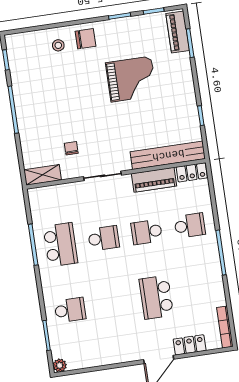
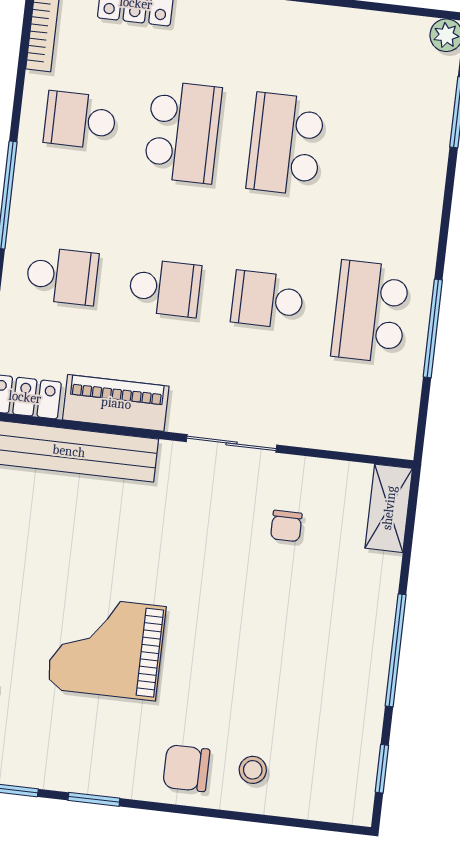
shelving: (43, 175) -> (389, 508), moved, turned 90
school desk: (190, 226) -> (62, 276), turned 180
school desk: (199, 291) -> (80, 120), added
school desk: (70, 310) -> (286, 144), moved, width x1.85

